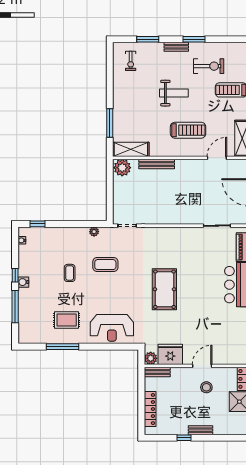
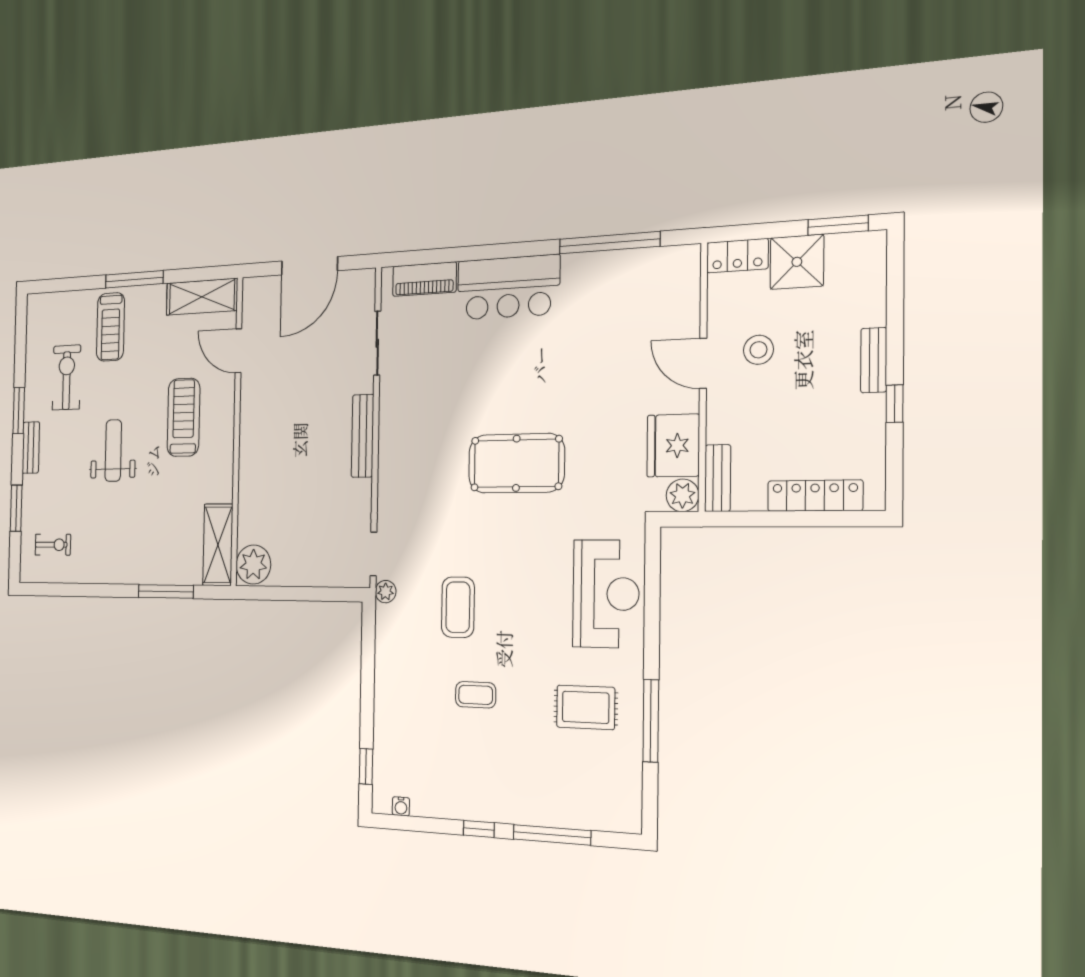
bench: (157, 164) -> (363, 436), moved
plant: (94, 232) -> (386, 592), moved
water cooler: (23, 282) -> (495, 810), removed
rug: (67, 320) -> (586, 707), turned 90

